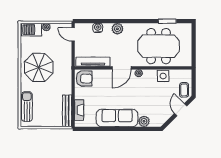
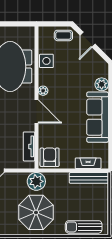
tv unit: (93, 62) -> (29, 146), width x0.71
plant: (64, 68) -> (36, 181), added
door: (181, 110) -> (88, 40), hinge flipped

